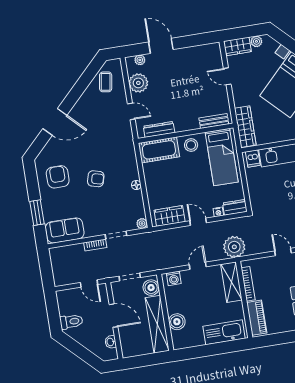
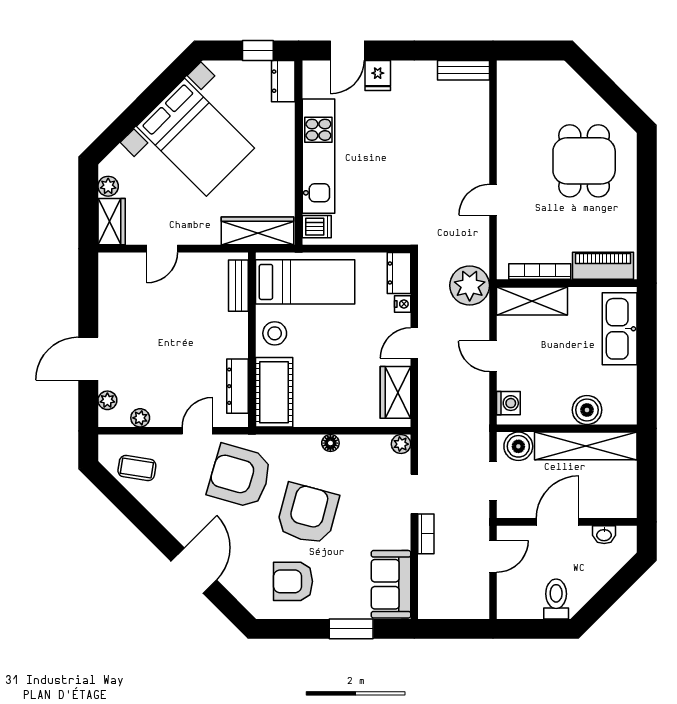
plant: (138, 83) -> (140, 418), width x0.53, depth x0.53
armchair: (110, 139) -> (240, 476), added
armchair: (96, 179) -> (307, 514), width x1.88, depth x1.88

